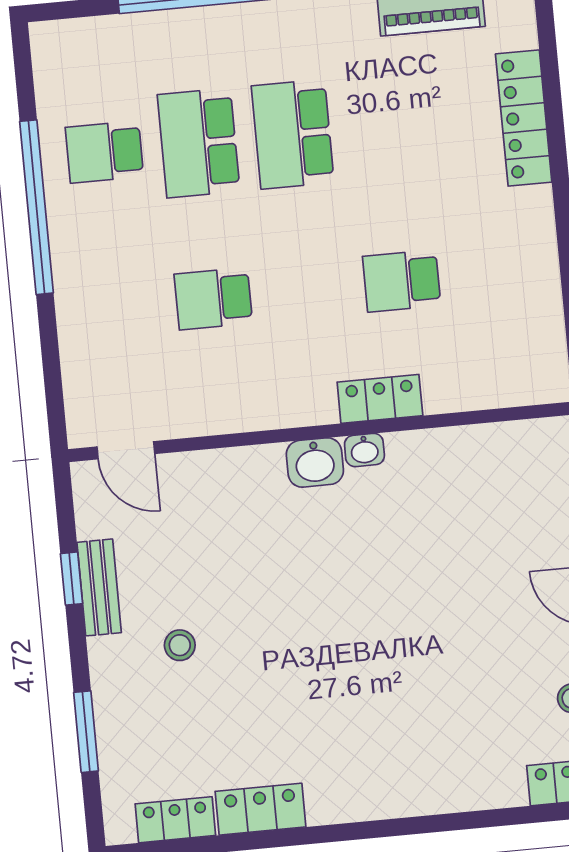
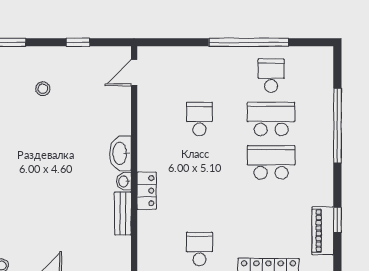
school desk: (402, 281) -> (199, 249), moved
washbasin: (315, 462) -> (120, 153), width x1.38
bench: (99, 587) -> (123, 213), moved, turned 90

